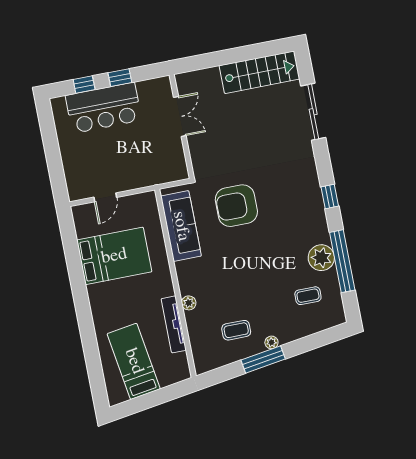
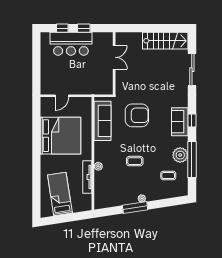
sofa: (310, 202) -> (180, 122), added
armchair: (236, 206) -> (137, 115), turned 180
bed: (114, 256) -> (60, 136), width x1.36
coffee table: (236, 330) -> (135, 161), moved

